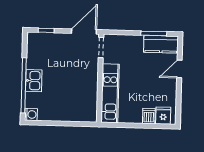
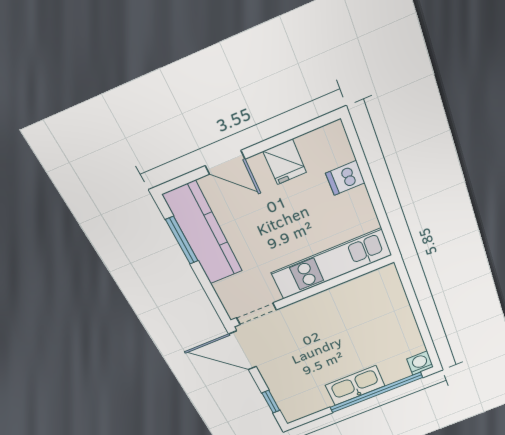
kitchen counter: (161, 44) -> (203, 234), width x1.50
kitchen sink: (34, 81) -> (355, 385), width x1.38
fridge: (163, 116) -> (285, 162), moved, turned -90

